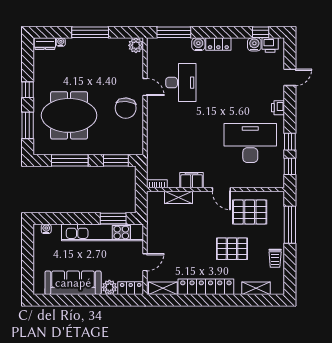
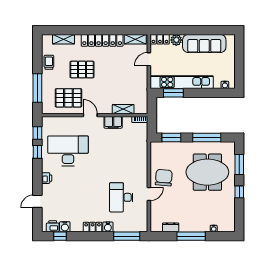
dresser: (45, 44) -> (171, 227), moved
plant: (136, 45) -> (156, 226), removed
door: (145, 87) -> (149, 194), swing flipped
desk: (250, 143) -> (68, 151), turned 180

